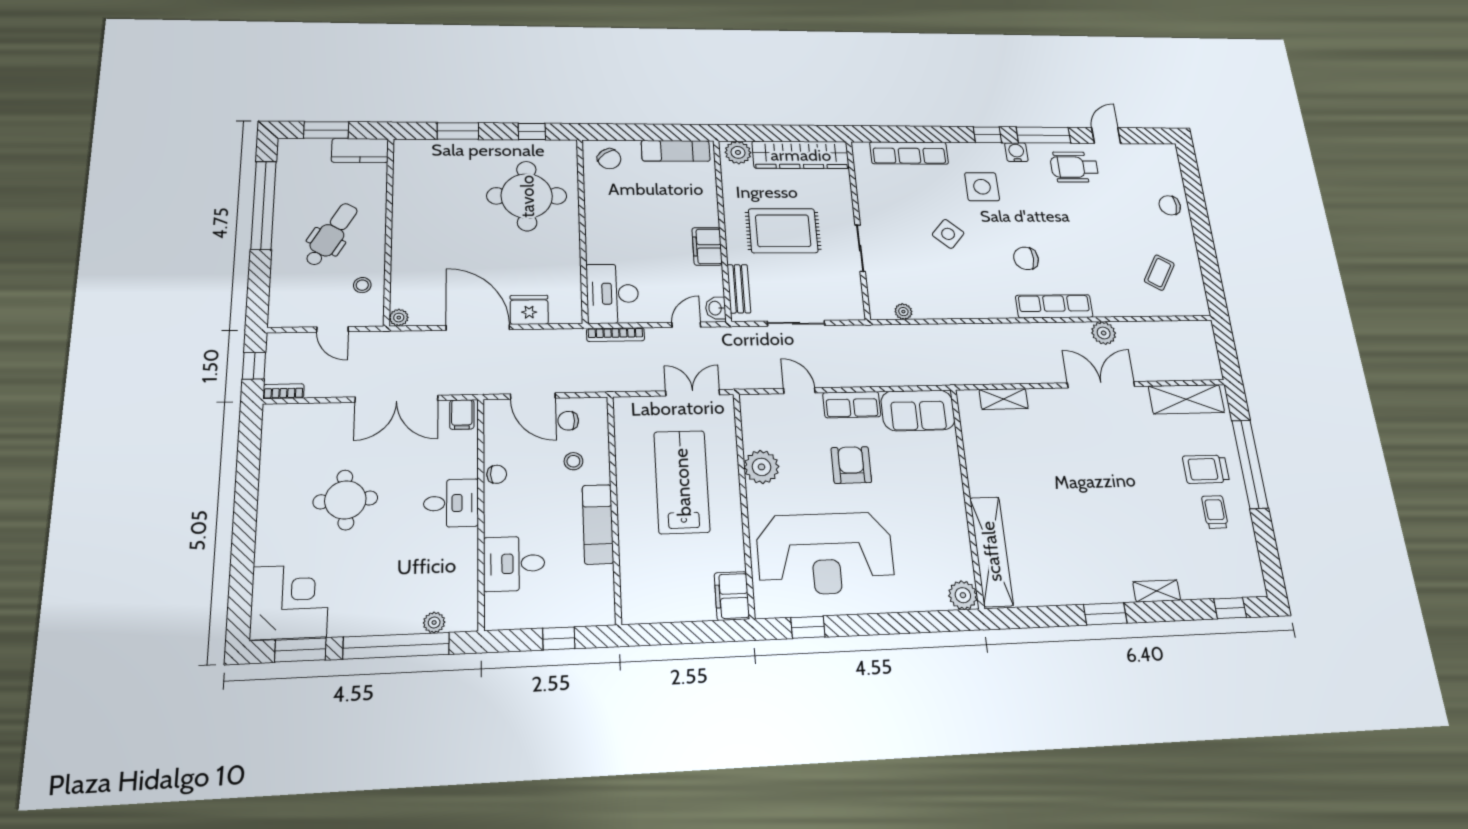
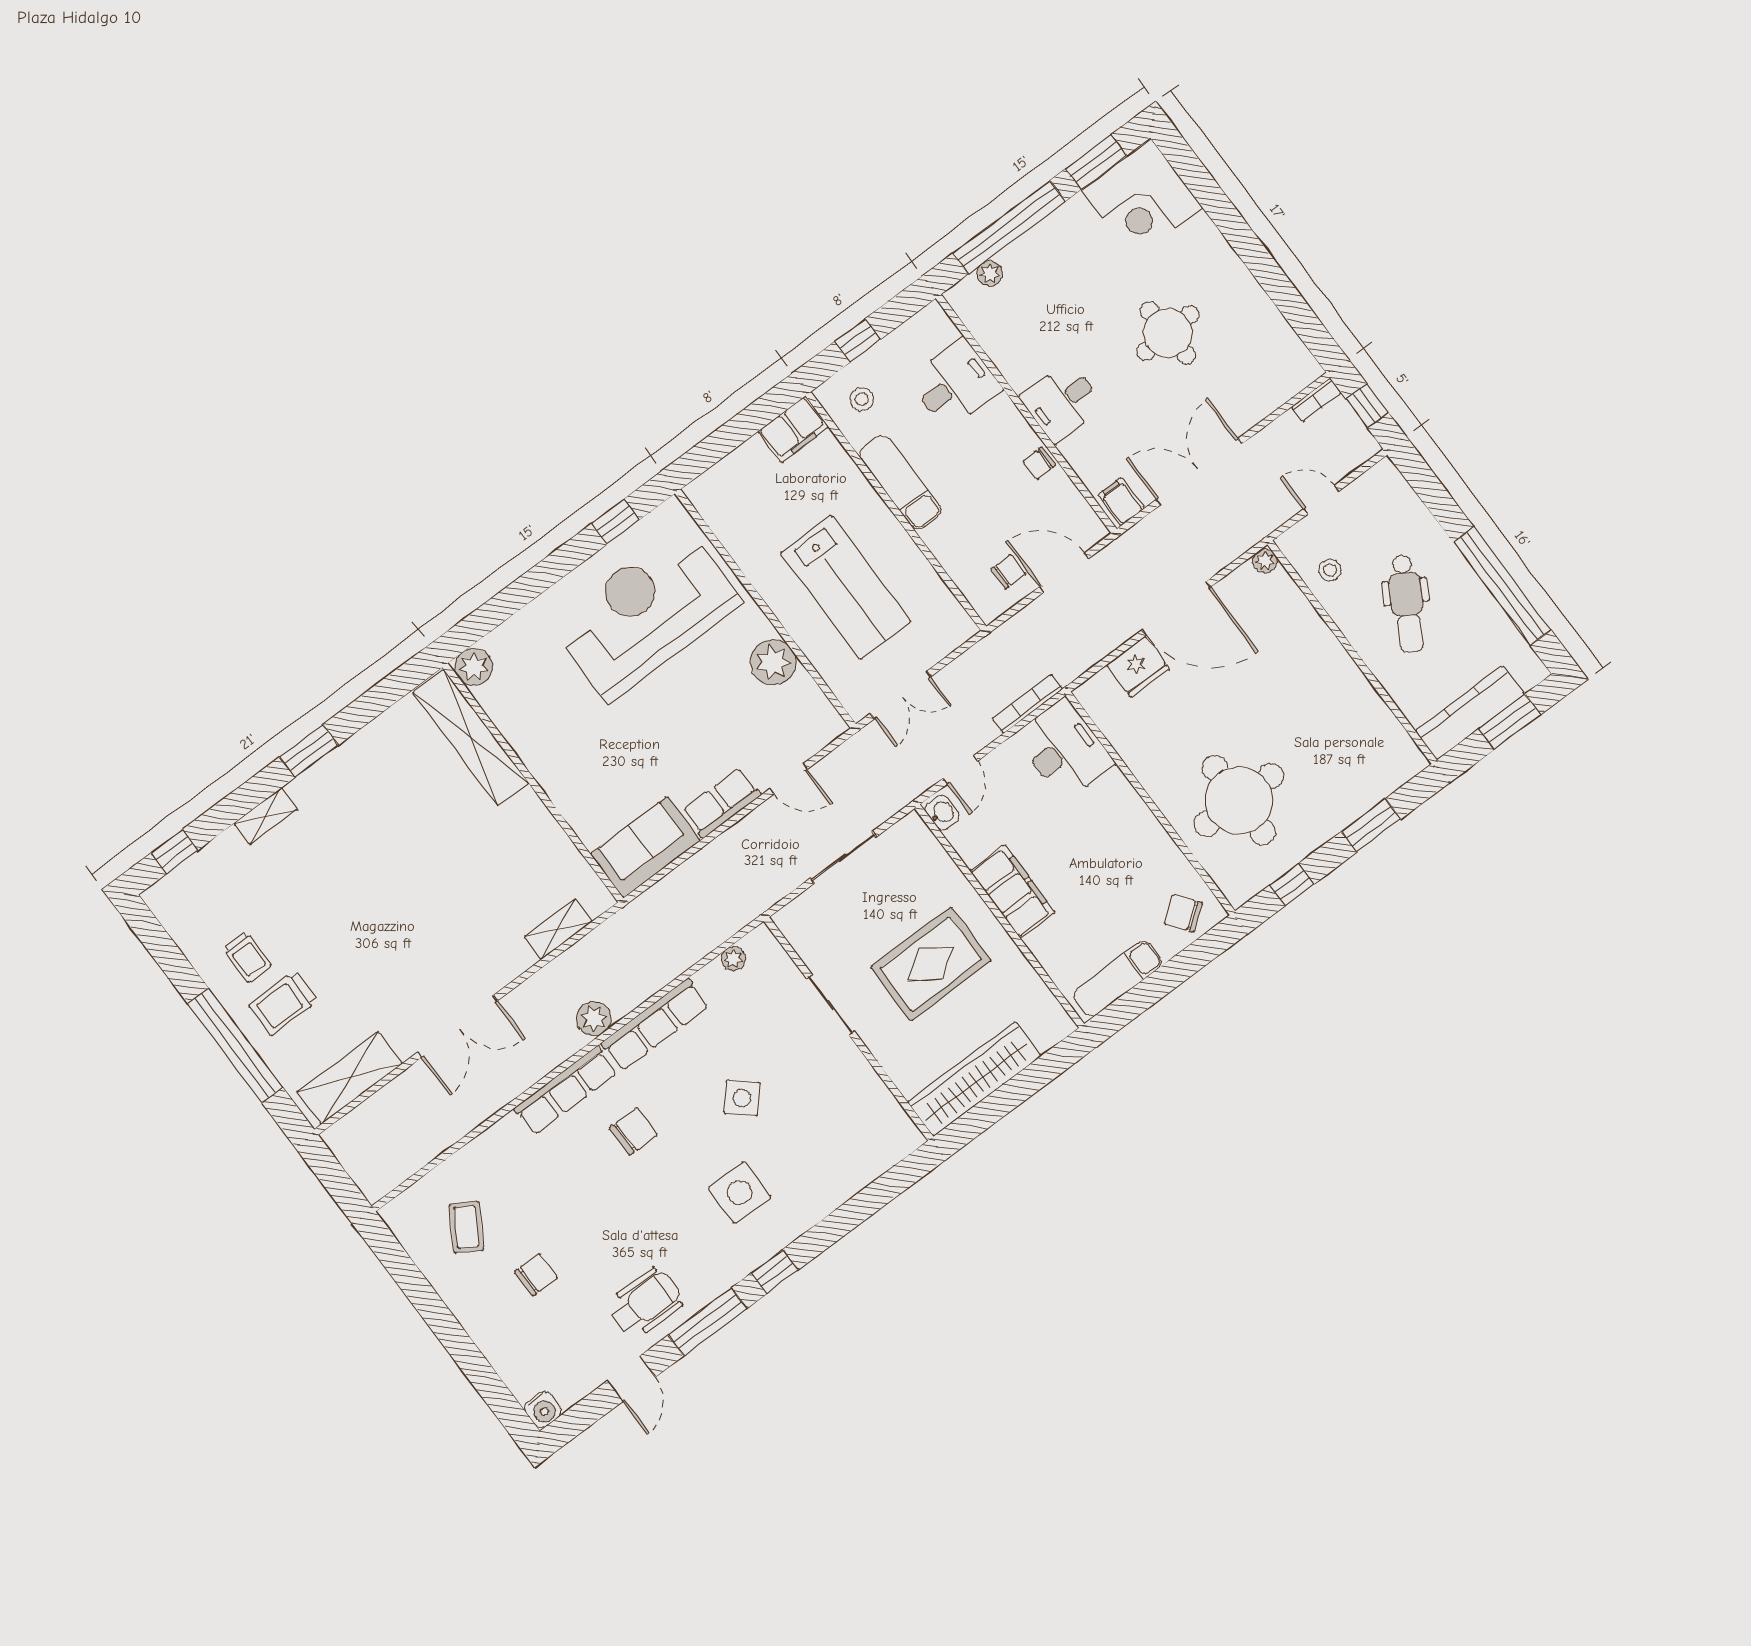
kitchen counter: (360, 150) -> (1470, 713), width x1.50
plant: (738, 152) -> (1047, 1029), removed
water cooler: (1016, 152) -> (543, 1410), moved
row of seats: (909, 153) -> (655, 1025), moved, turned 180
chair: (1170, 205) -> (536, 1275), moved
filing cabinet: (707, 246) -> (1012, 891), width x1.50, depth x1.17
bench: (739, 289) -> (933, 855), removed
plant: (1104, 333) -> (594, 1019), moved
stool: (573, 461) -> (862, 399), moved
armchair: (851, 465) -> (679, 731), removed
trolley: (1206, 469) -> (283, 1003), turned 180
filing cabinet: (732, 596) -> (793, 429), moved, turned 90

